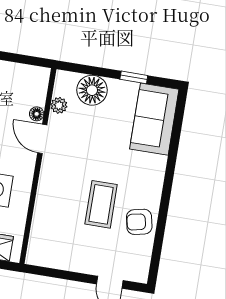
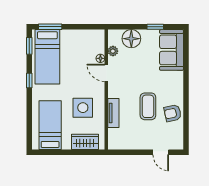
tv unit: (43, 206) -> (113, 113), added

